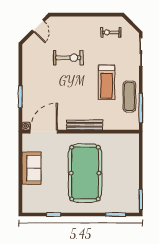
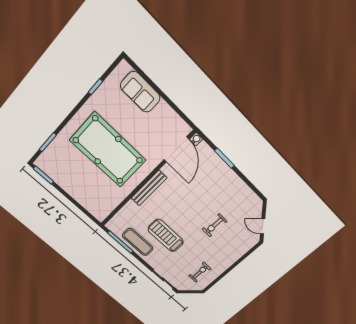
exercise bike: (68, 58) -> (214, 225), width x0.73, depth x0.72
sofa: (31, 168) -> (140, 92), moved

